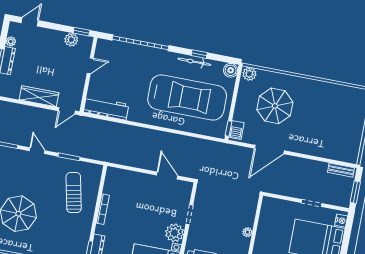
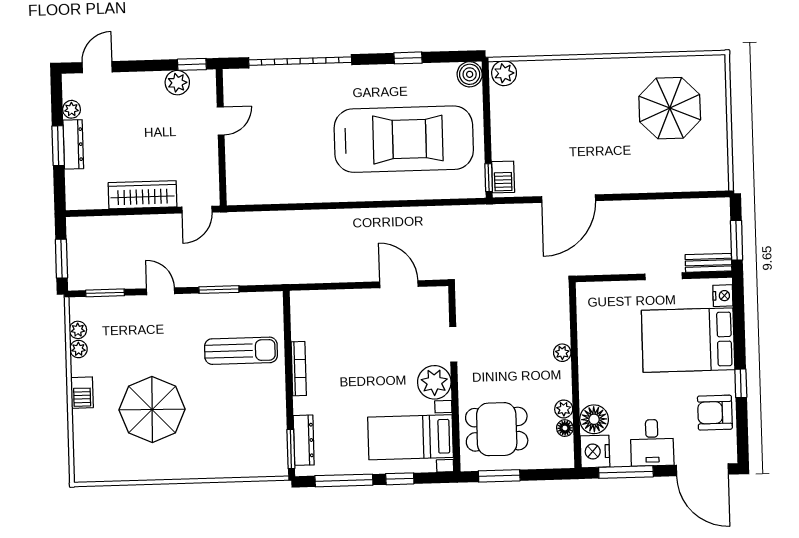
bicycle: (194, 62) -> (402, 73), removed
parasol: (275, 106) -> (670, 108), moved
workbench: (106, 108) -> (265, 190), removed
bench: (341, 170) -> (708, 263), moved
sun lounger: (74, 193) -> (241, 351), turned 102

